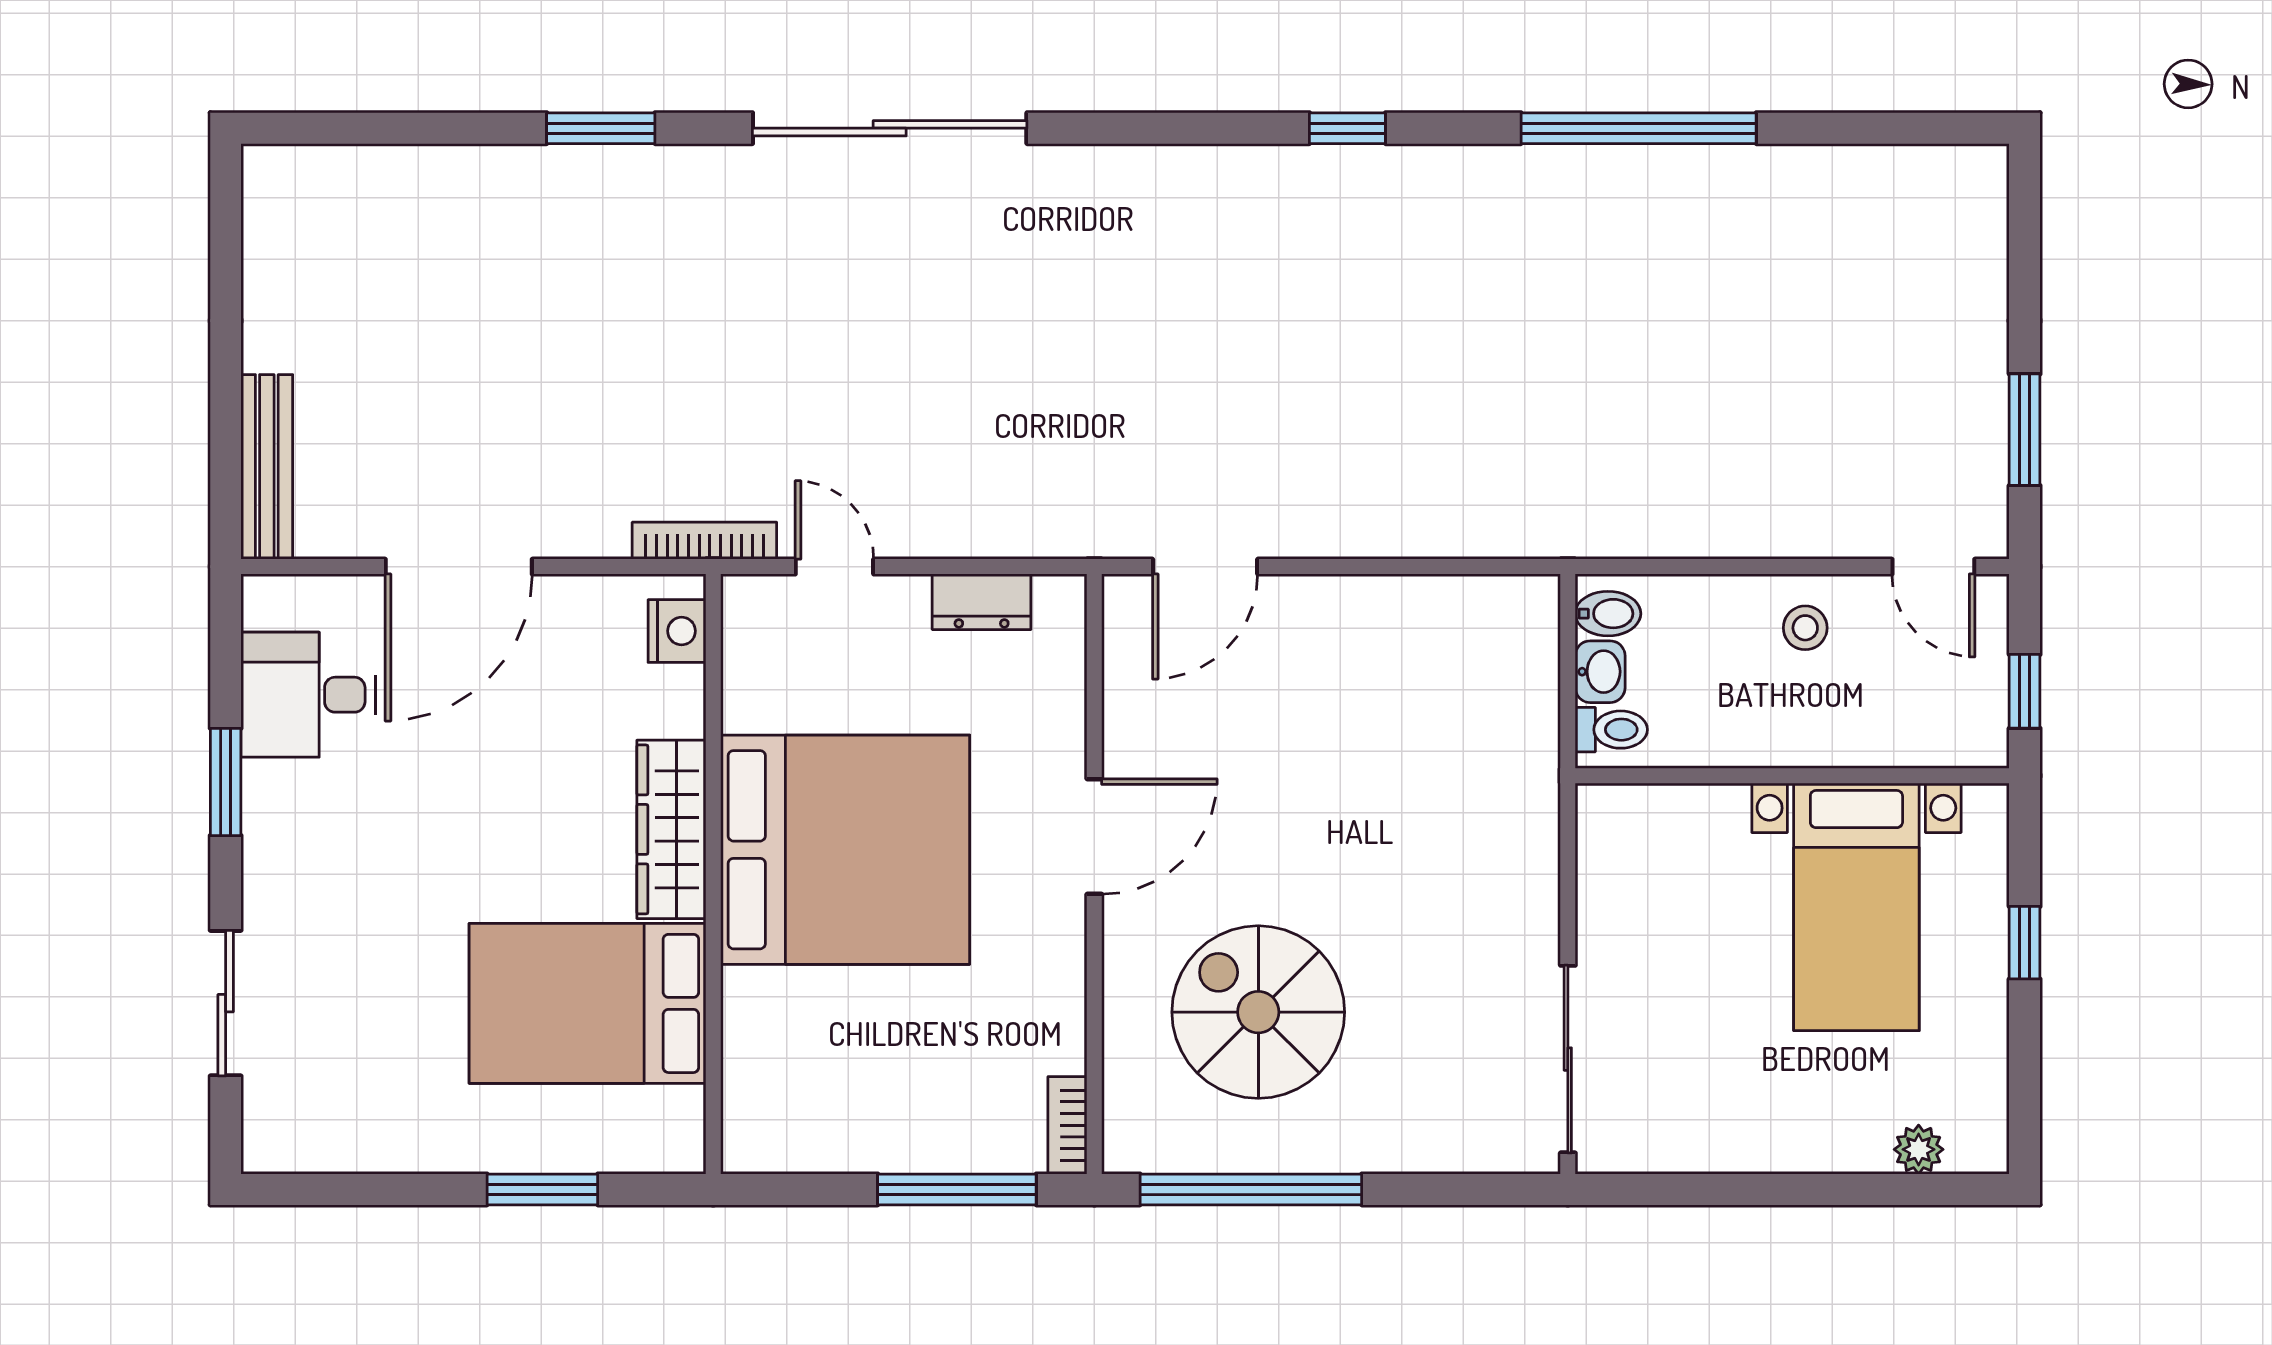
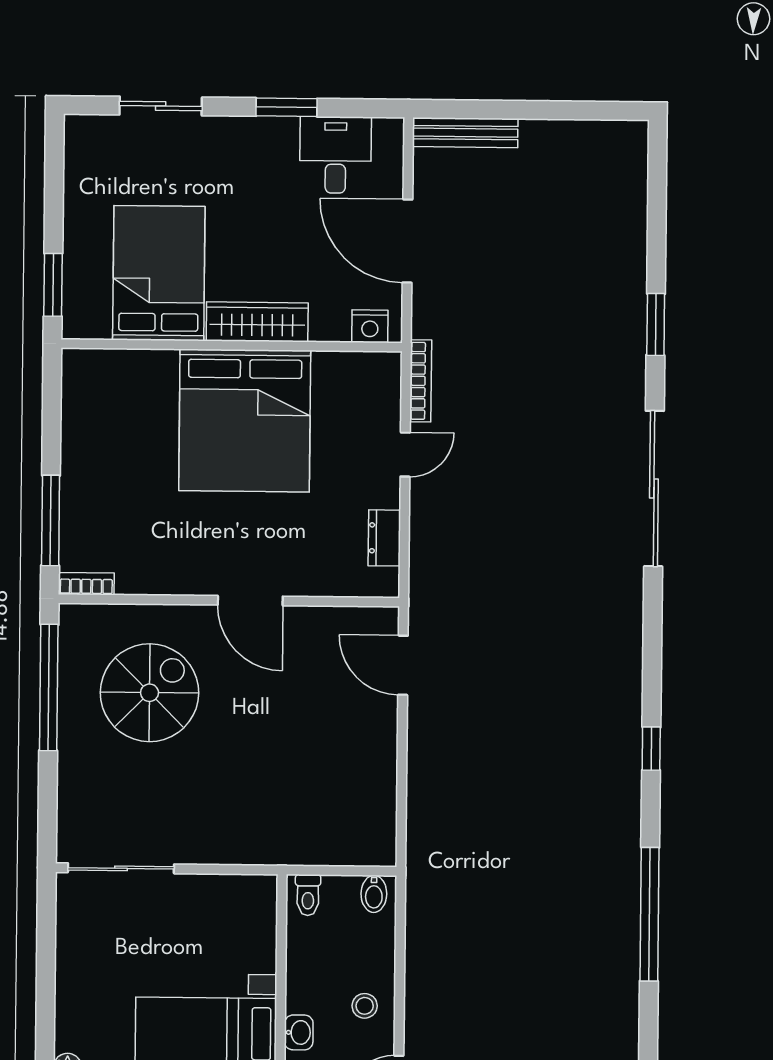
nightstand: (677, 631) -> (370, 326), moved
washbasin: (1600, 672) -> (299, 1032), moved, turned -90
wardrobe: (671, 829) -> (257, 322), moved
bed: (845, 850) -> (245, 421), moved
wall: (713, 874) -> (232, 345), moved
bed: (587, 1003) -> (159, 273), moved

